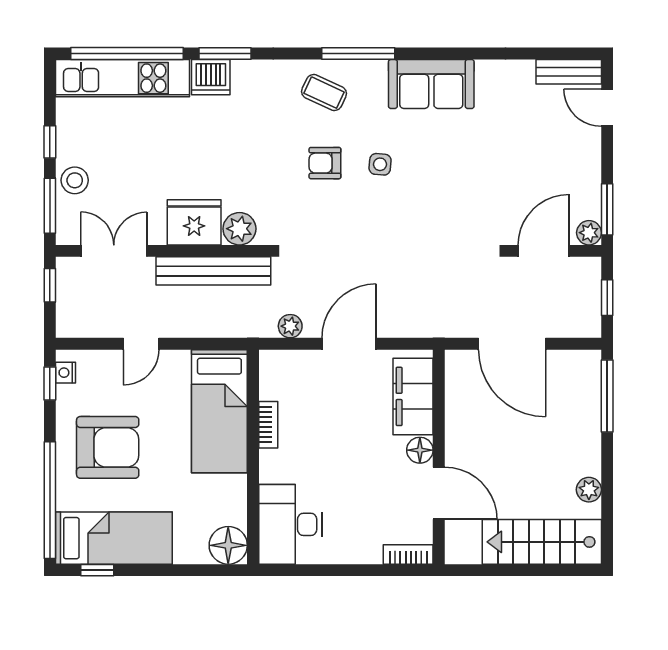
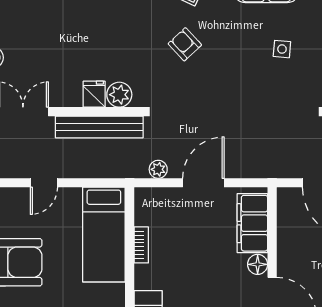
armchair: (325, 163) -> (185, 44), turned 47
side table: (380, 164) -> (282, 49), moved
fridge: (194, 222) -> (94, 94), width x0.53, depth x0.75

